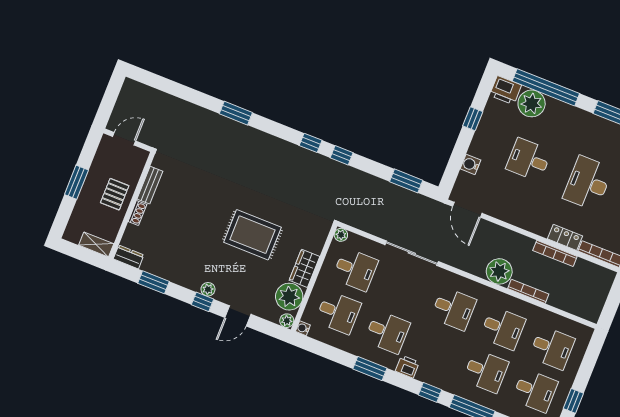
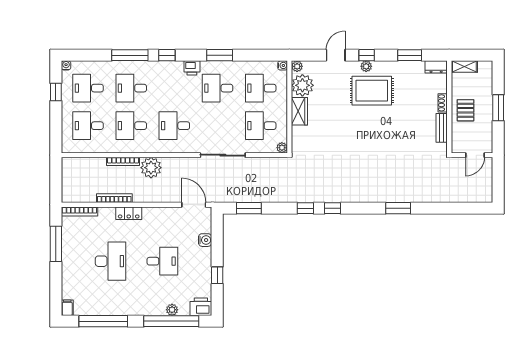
plant: (532, 103) -> (172, 310), width x0.53, depth x0.53
rug: (252, 235) -> (372, 91), moved
locker: (565, 237) -> (129, 213), moved

